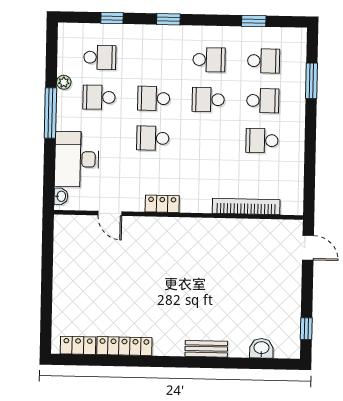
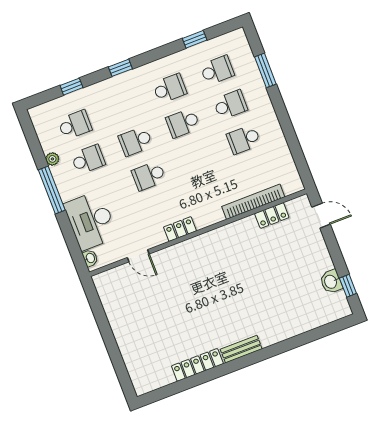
school desk: (99, 97) -> (88, 159), turned 180
locker: (78, 345) -> (272, 215), moved, turned 180
washbasin: (261, 348) -> (331, 282), moved, turned -90
bench: (206, 349) -> (241, 349), moved

